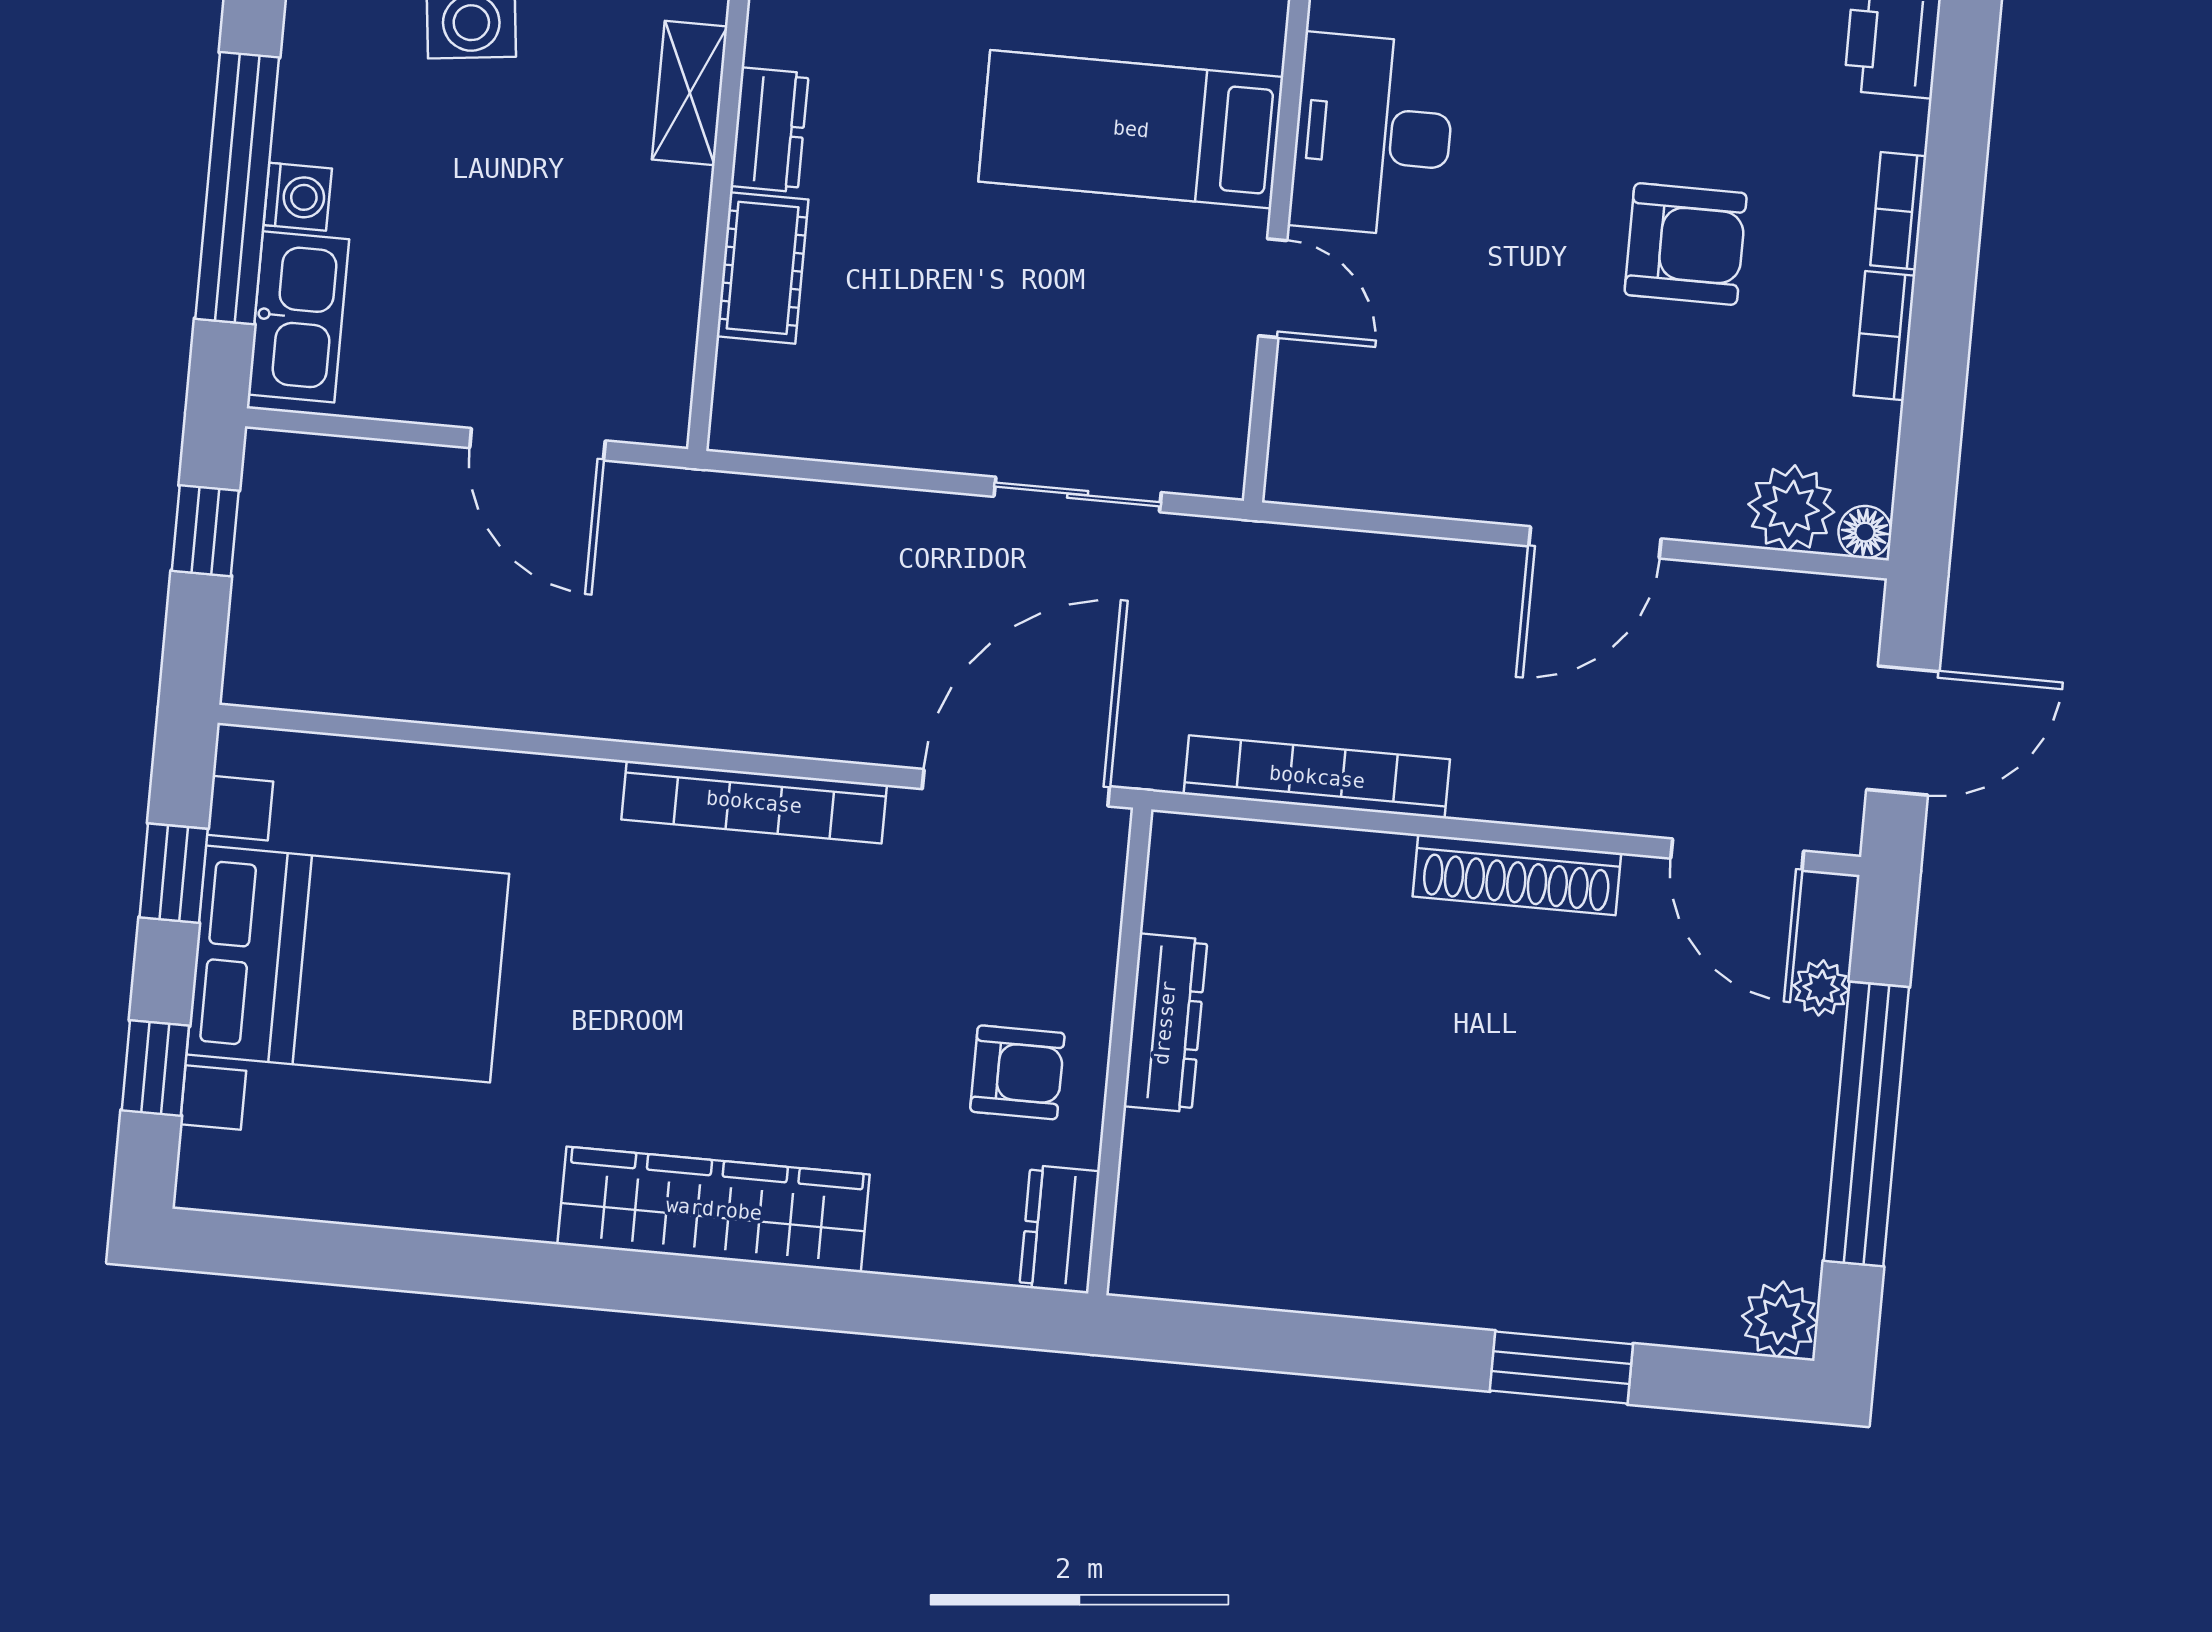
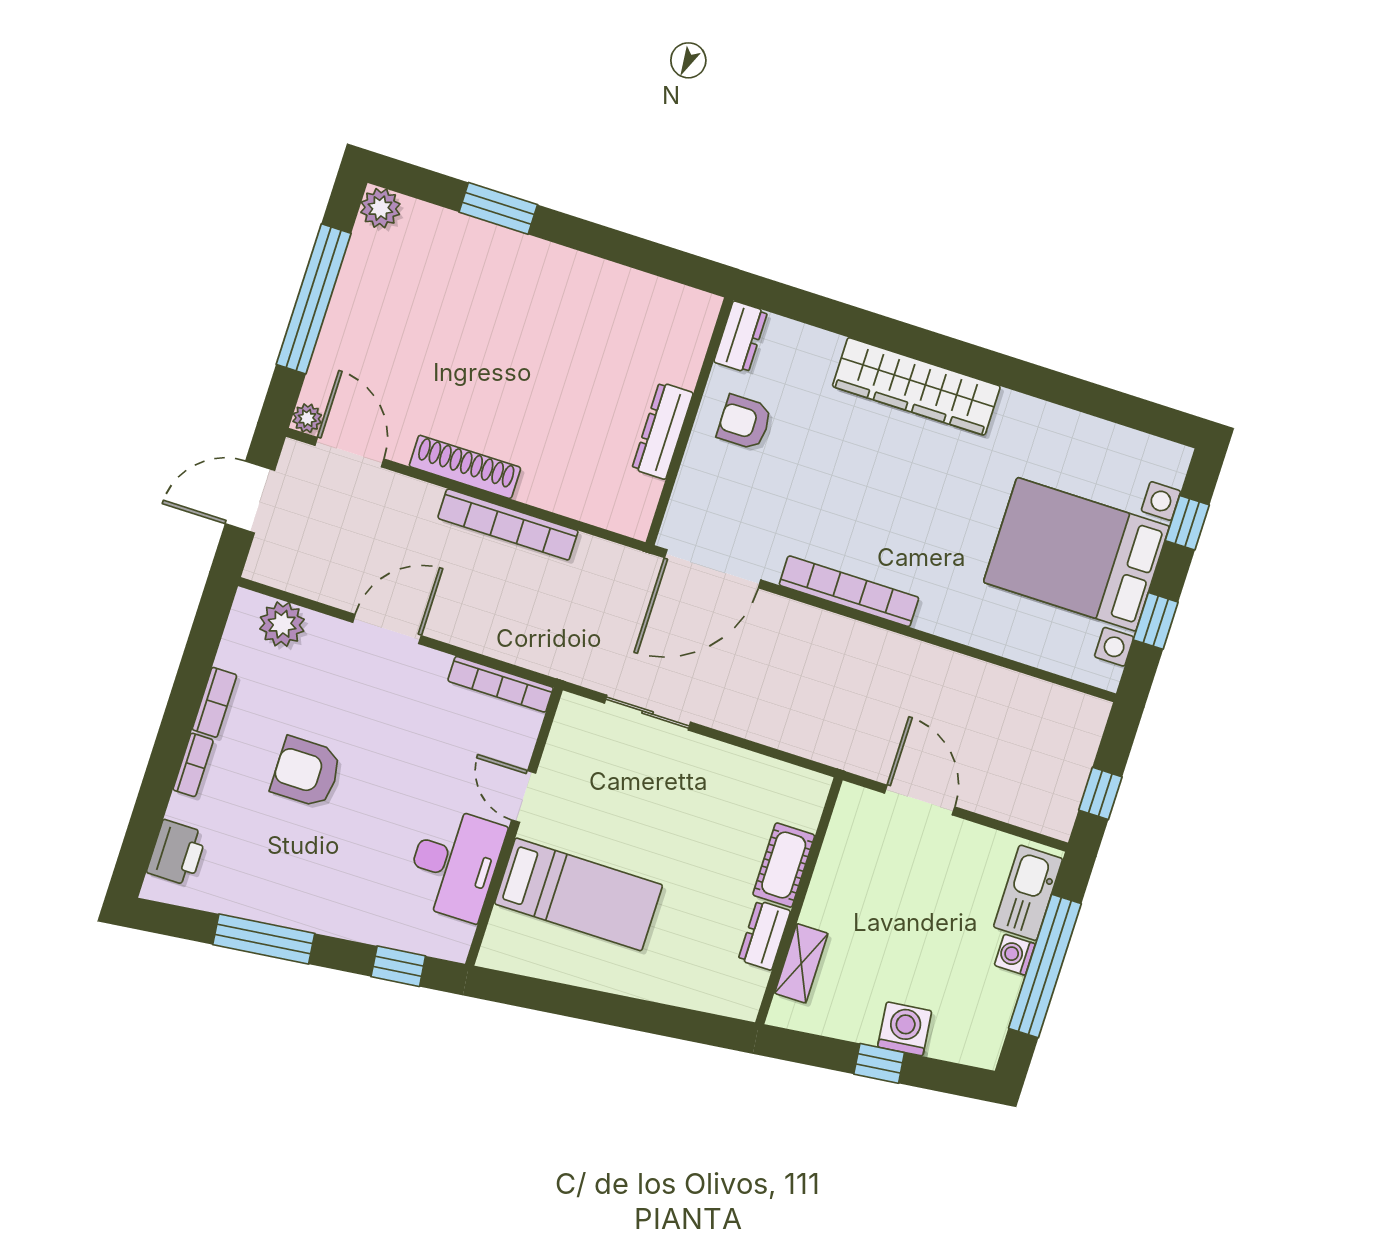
bookcase: (1362, 487) -> (501, 684), added
floor lamp: (1865, 532) -> (247, 603), removed
bookcase: (1317, 777) -> (508, 524), moved
plant: (1821, 988) -> (307, 418), moved

